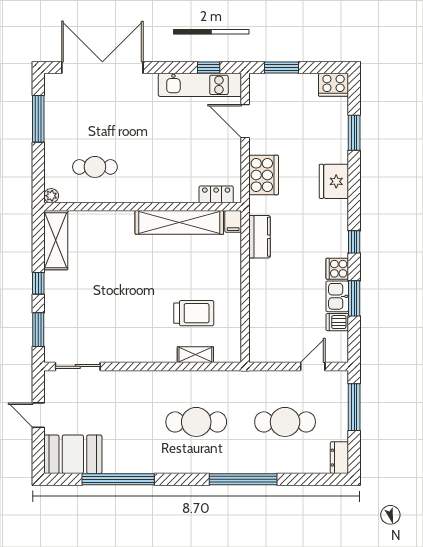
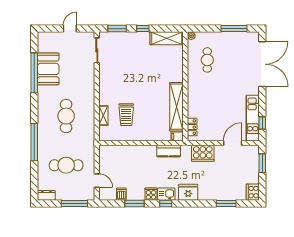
fridge: (334, 181) -> (188, 192), moved
kitchen sink: (337, 296) -> (166, 194), moved
cafe table: (285, 422) -> (66, 165), turned 90
booth: (73, 454) -> (48, 69), moved

